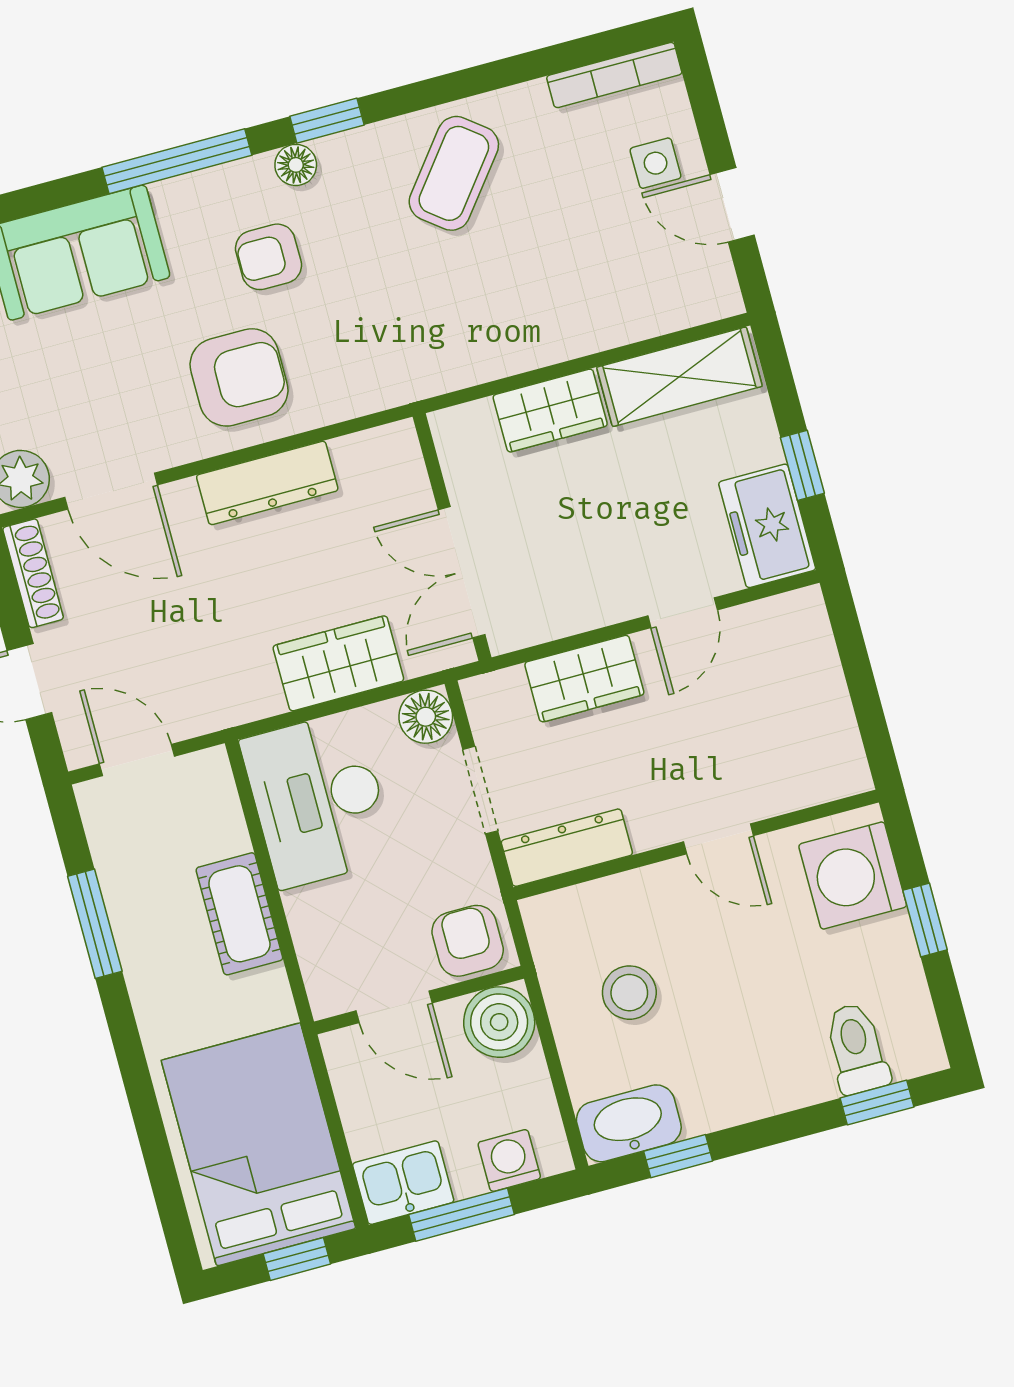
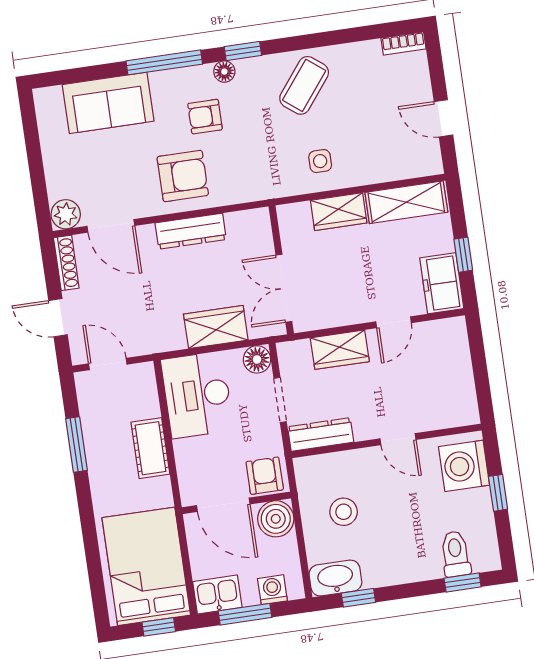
bookcase: (614, 75) -> (403, 43), width x0.64
side table: (656, 163) -> (320, 161), moved
door: (394, 1007) -> (223, 505), width x1.38

